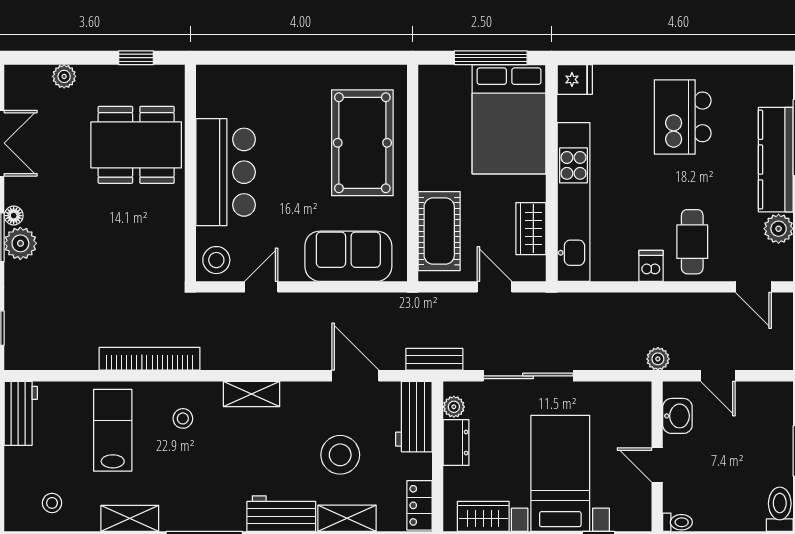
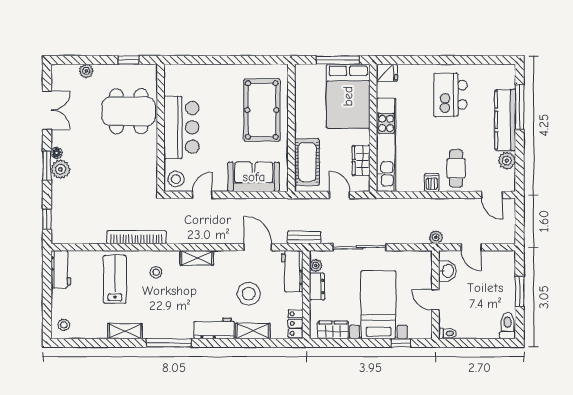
stool: (52, 503) -> (64, 325), moved

